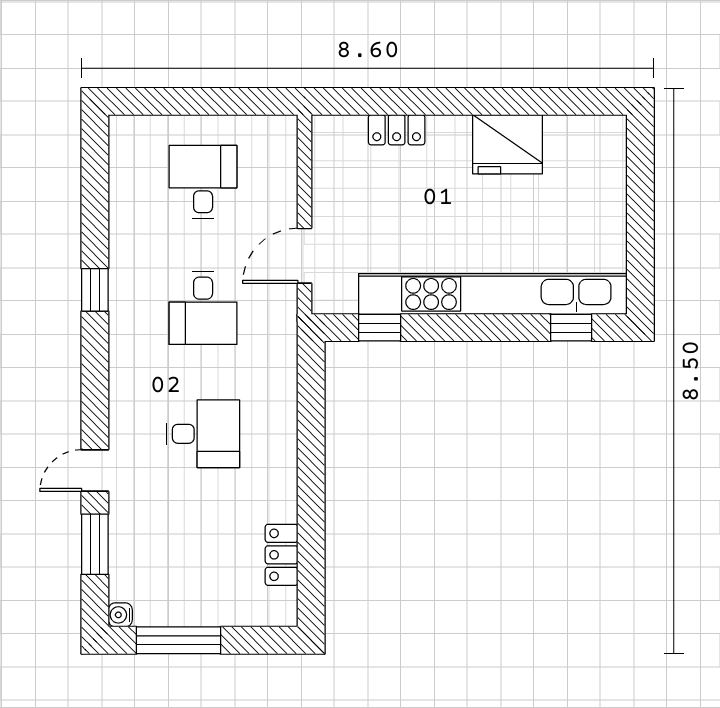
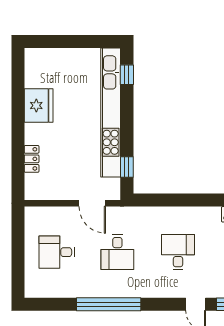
window: (95, 290) -> (109, 304), width x3.17
desk: (203, 308) -> (117, 252), turned 90

